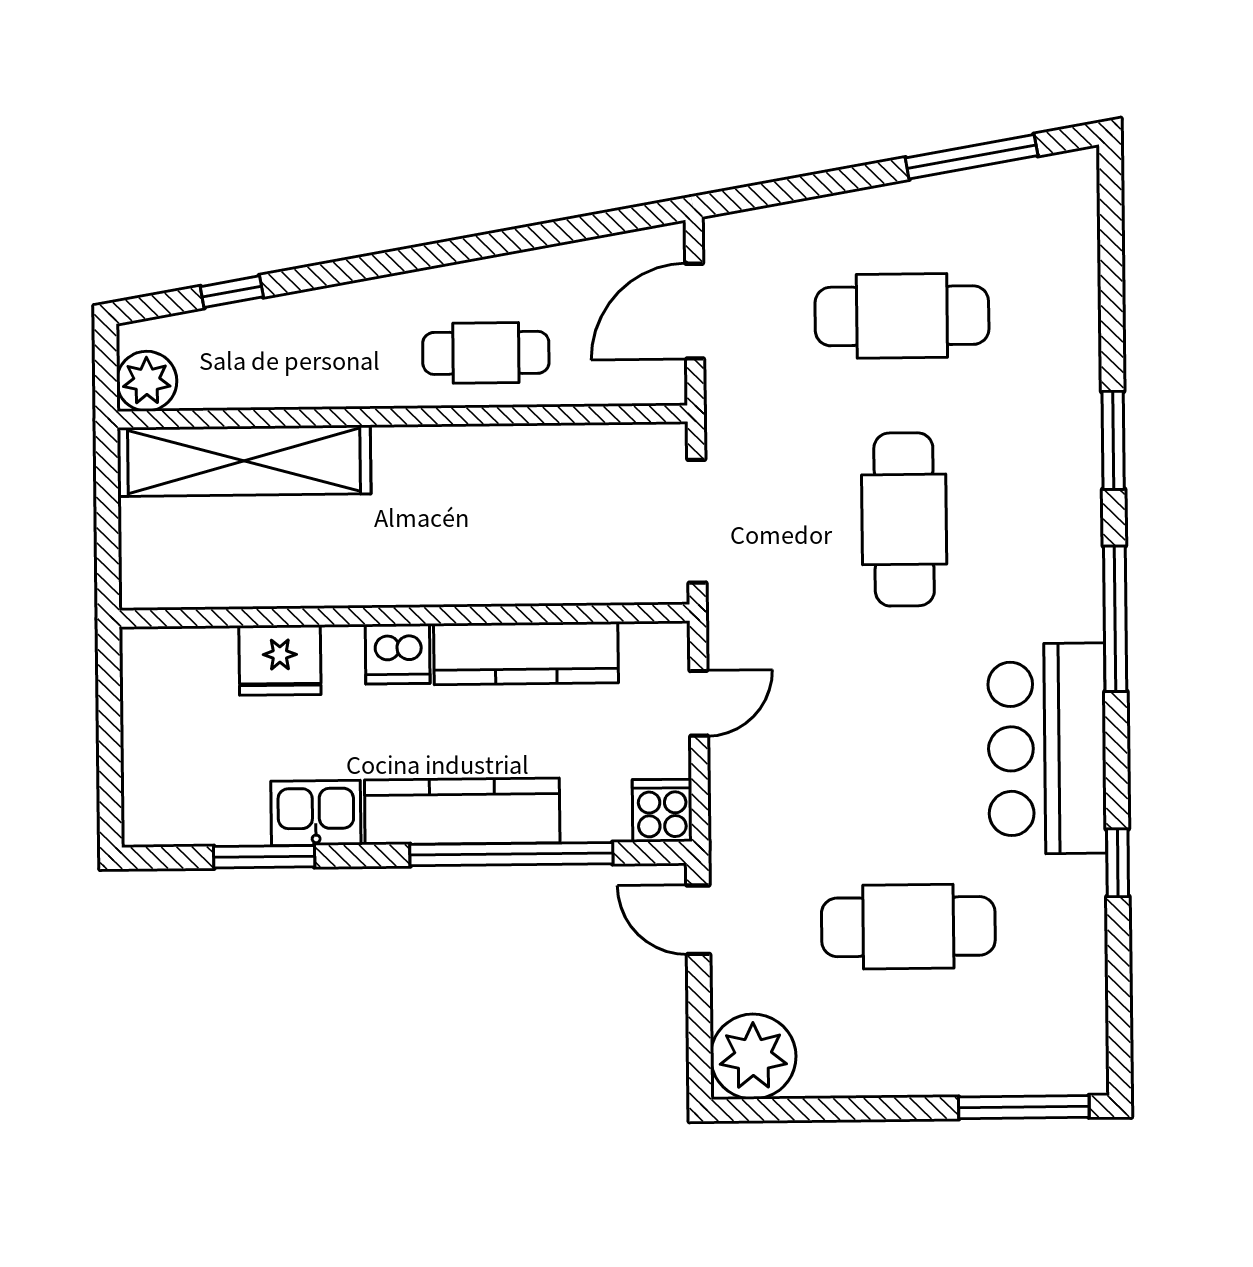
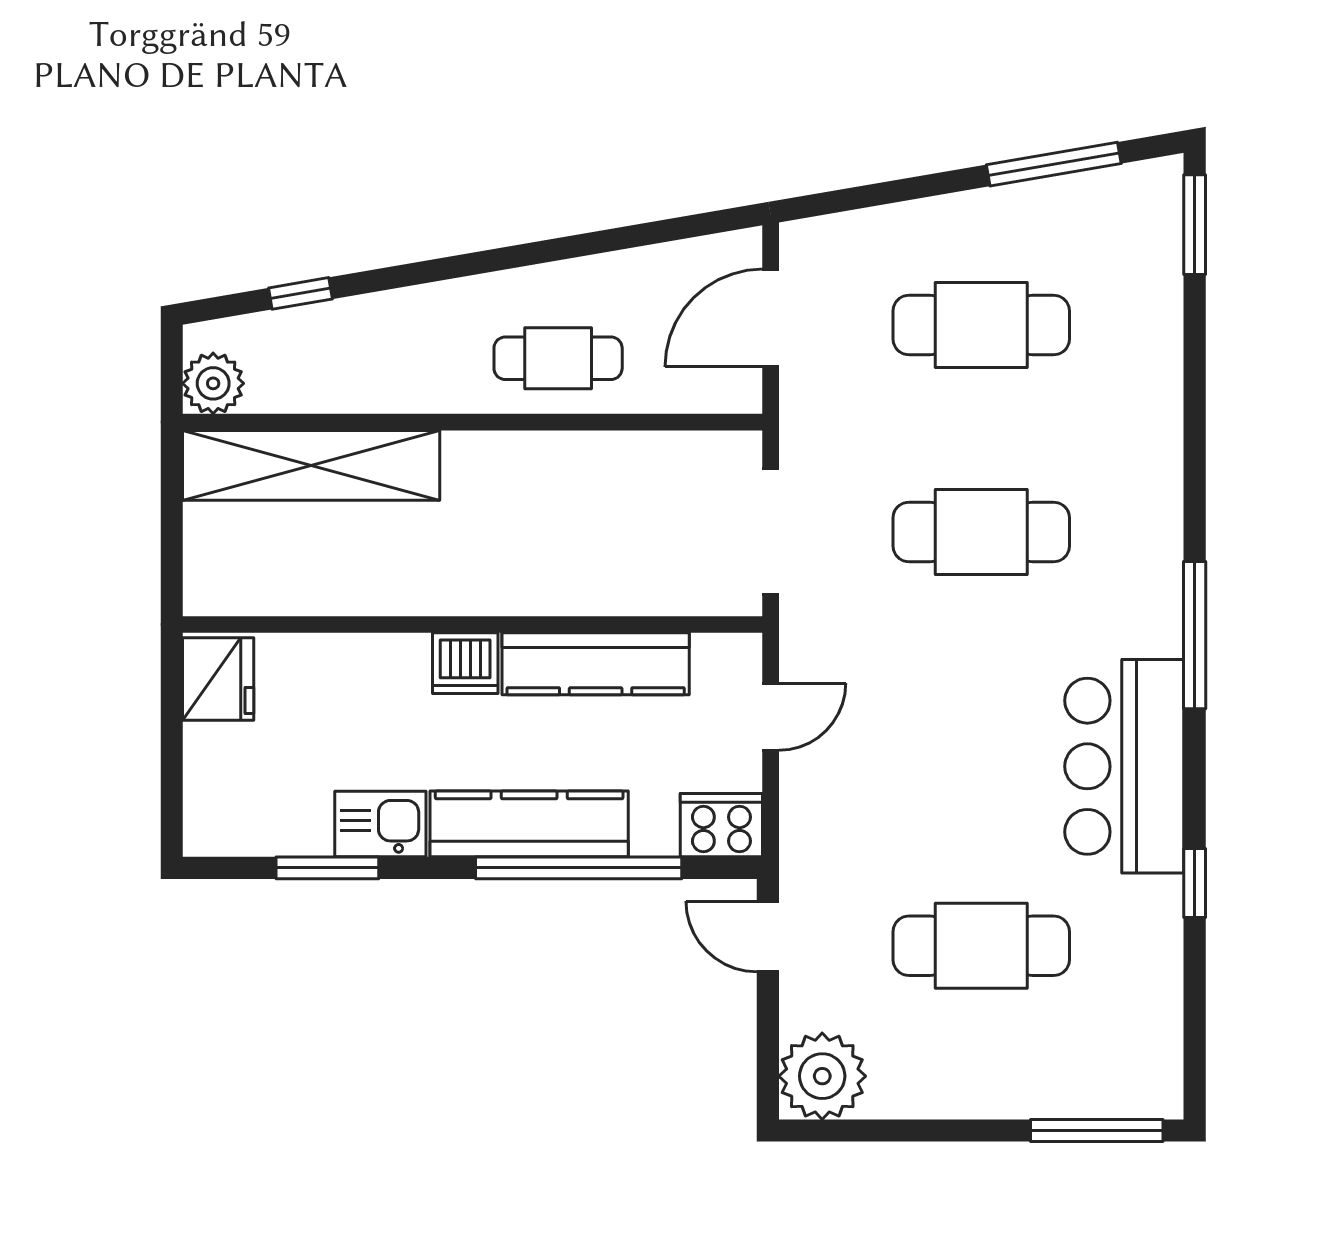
window: (1113, 440) -> (1195, 225), moved
cafe table: (904, 519) -> (981, 532), turned 90
fridge: (280, 660) -> (218, 679), moved, turned -90
cooker: (662, 811) -> (721, 825), width x1.36

